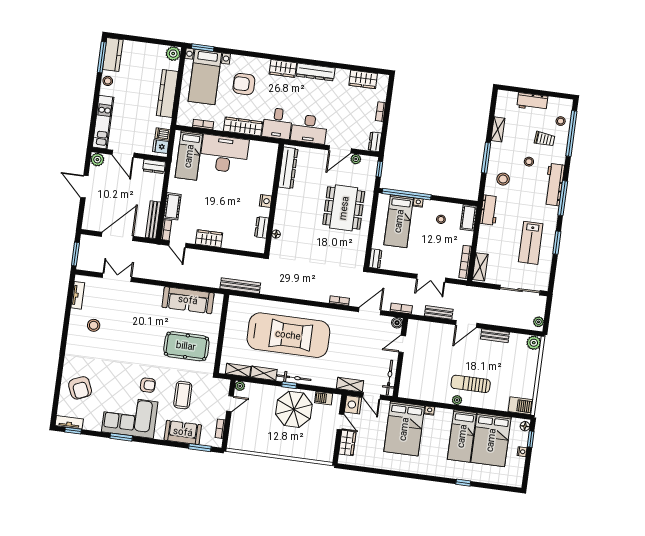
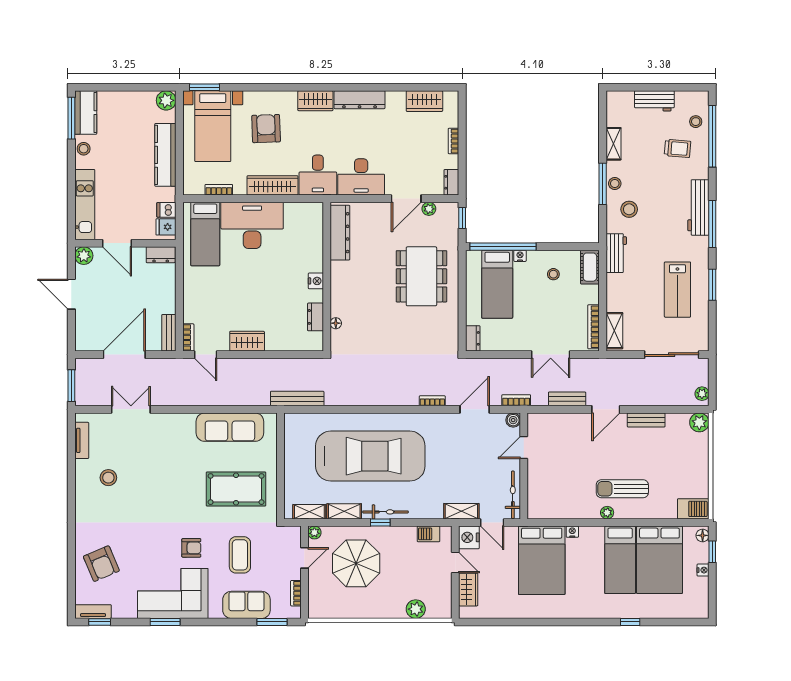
armchair: (244, 84) -> (266, 129), turned 88
stool: (529, 162) -> (615, 183), moved
cot: (172, 206) -> (192, 305), removed
bench: (153, 220) -> (169, 333), width x0.73
parasol: (294, 409) -> (356, 563), moved
plant: (307, 452) -> (416, 609), added

